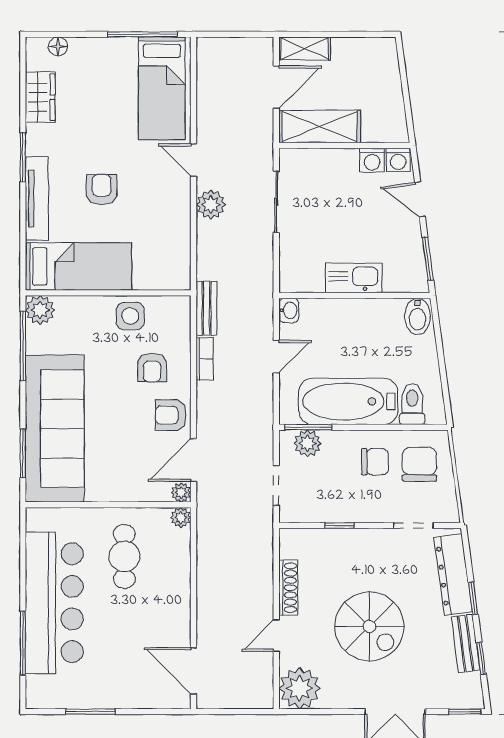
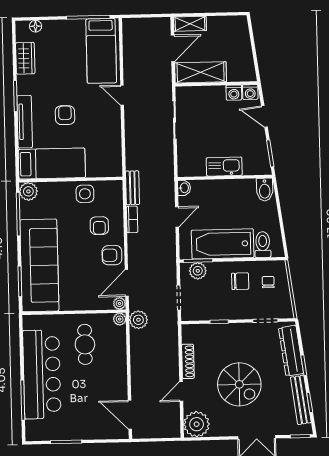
plant: (211, 205) -> (138, 320), moved
chair: (419, 464) -> (268, 282), width x0.54, depth x0.54
bench: (466, 643) -> (301, 400), width x1.36

